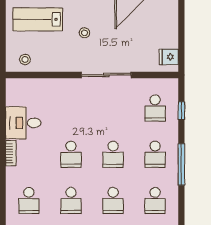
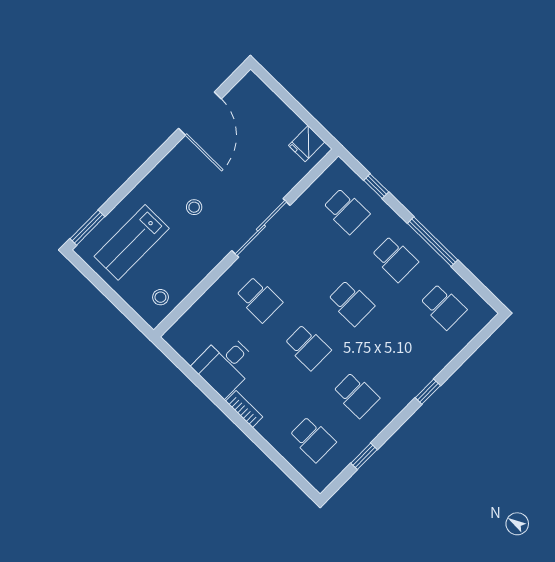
school desk: (113, 200) -> (259, 299), moved

